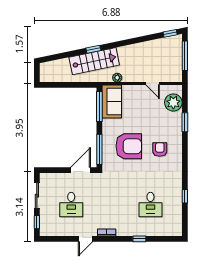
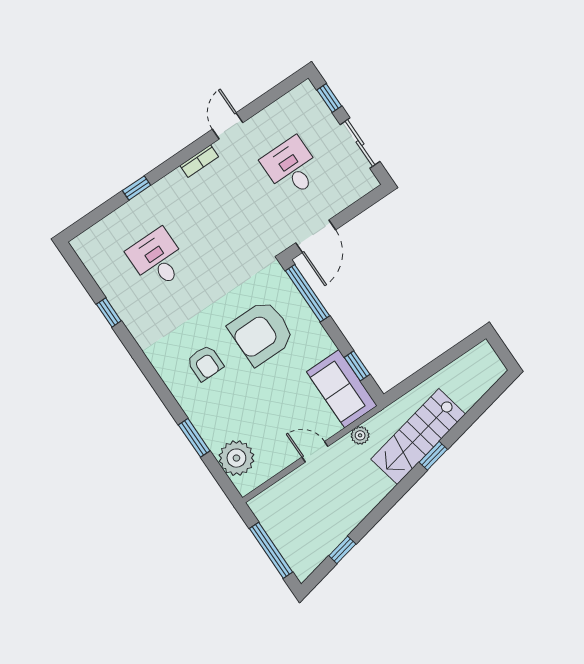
window: (170, 33) -> (342, 550), moved
door: (153, 83) -> (315, 452), moved
window: (99, 107) -> (357, 366), width x0.46

